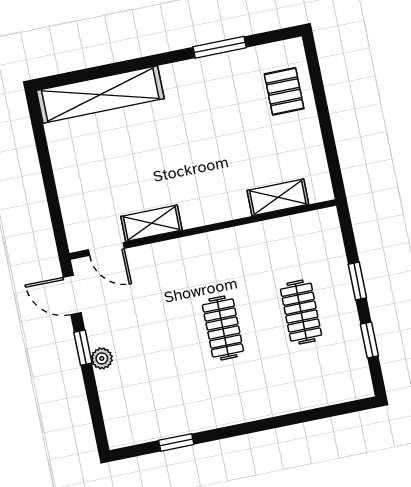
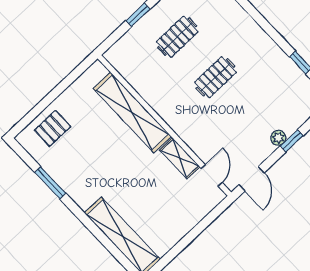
shelving: (278, 197) -> (132, 112), width x2.20, depth x1.33
window: (83, 348) -> (292, 141), moved

